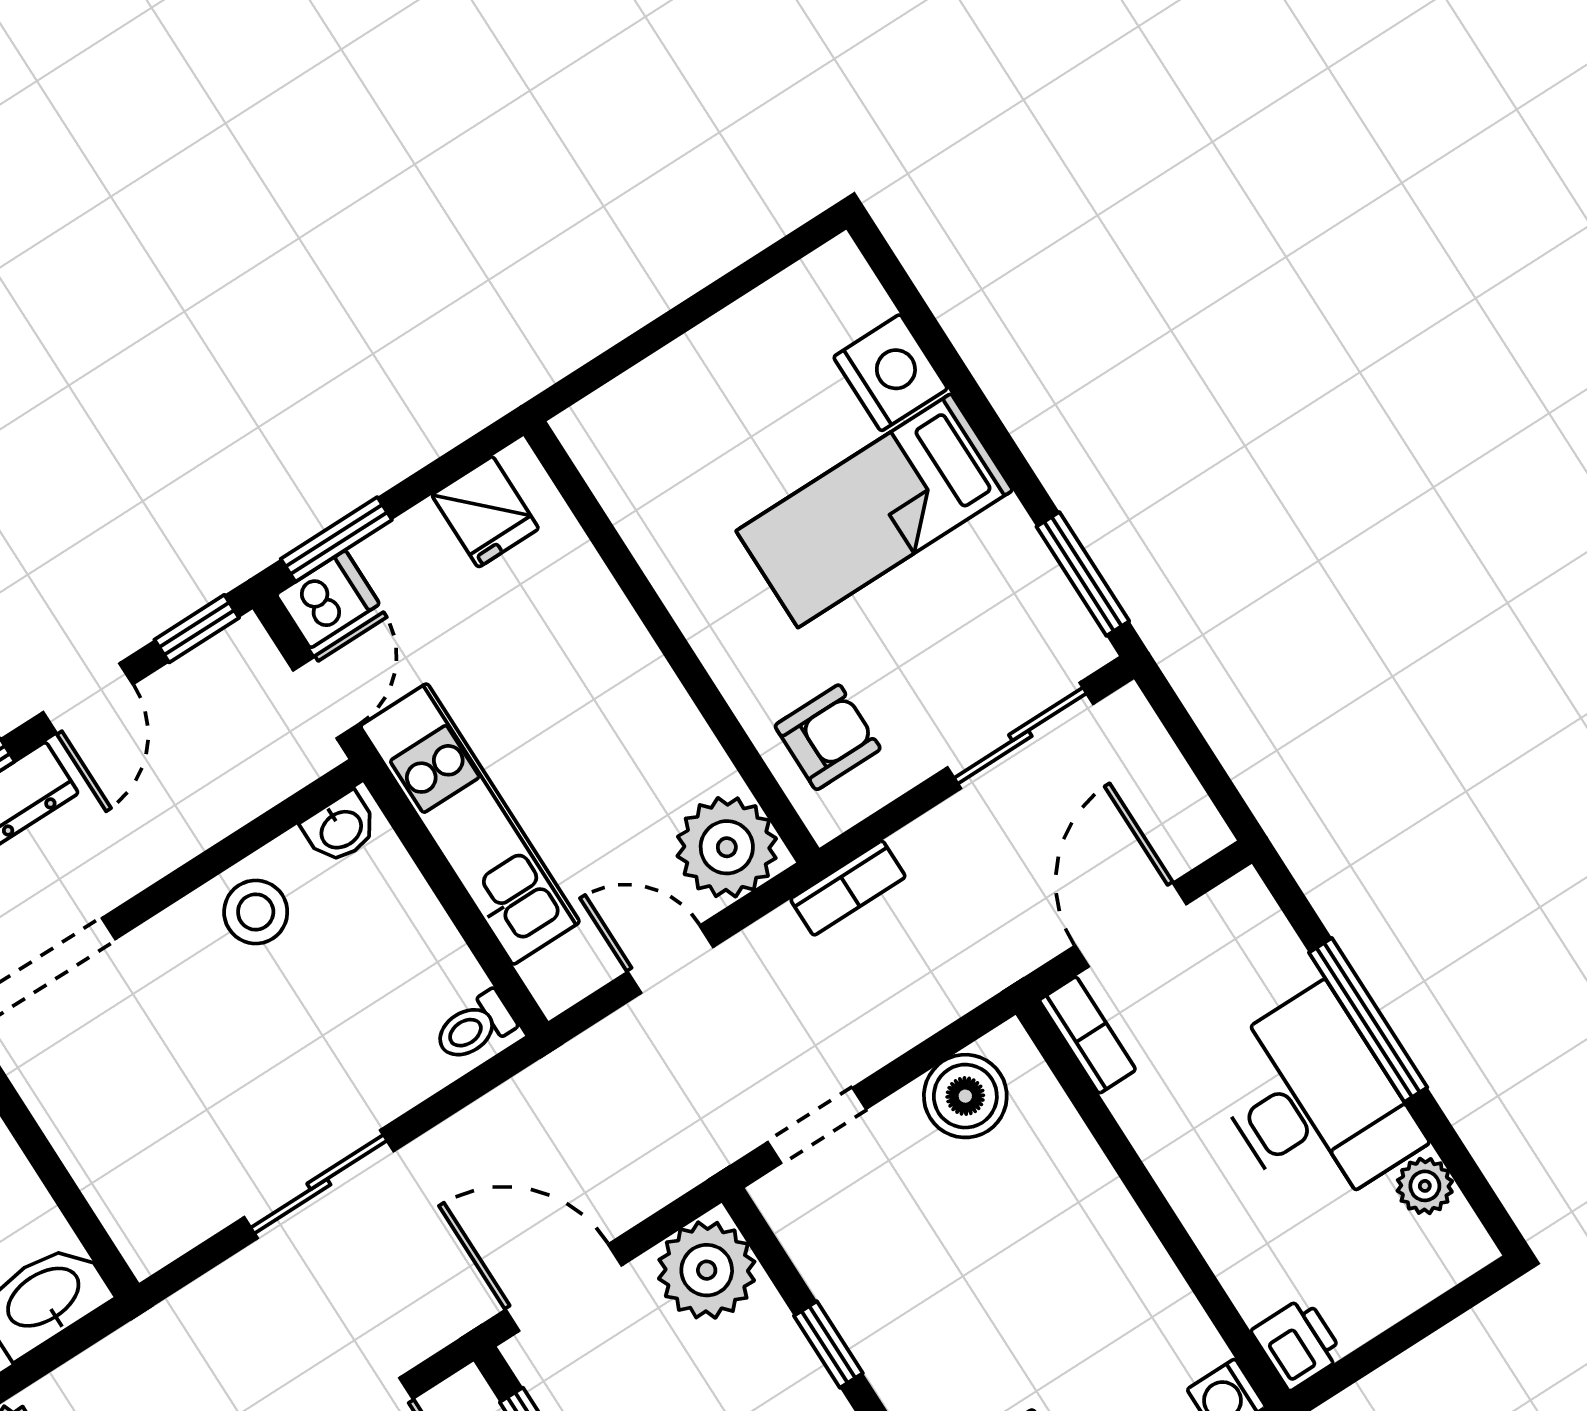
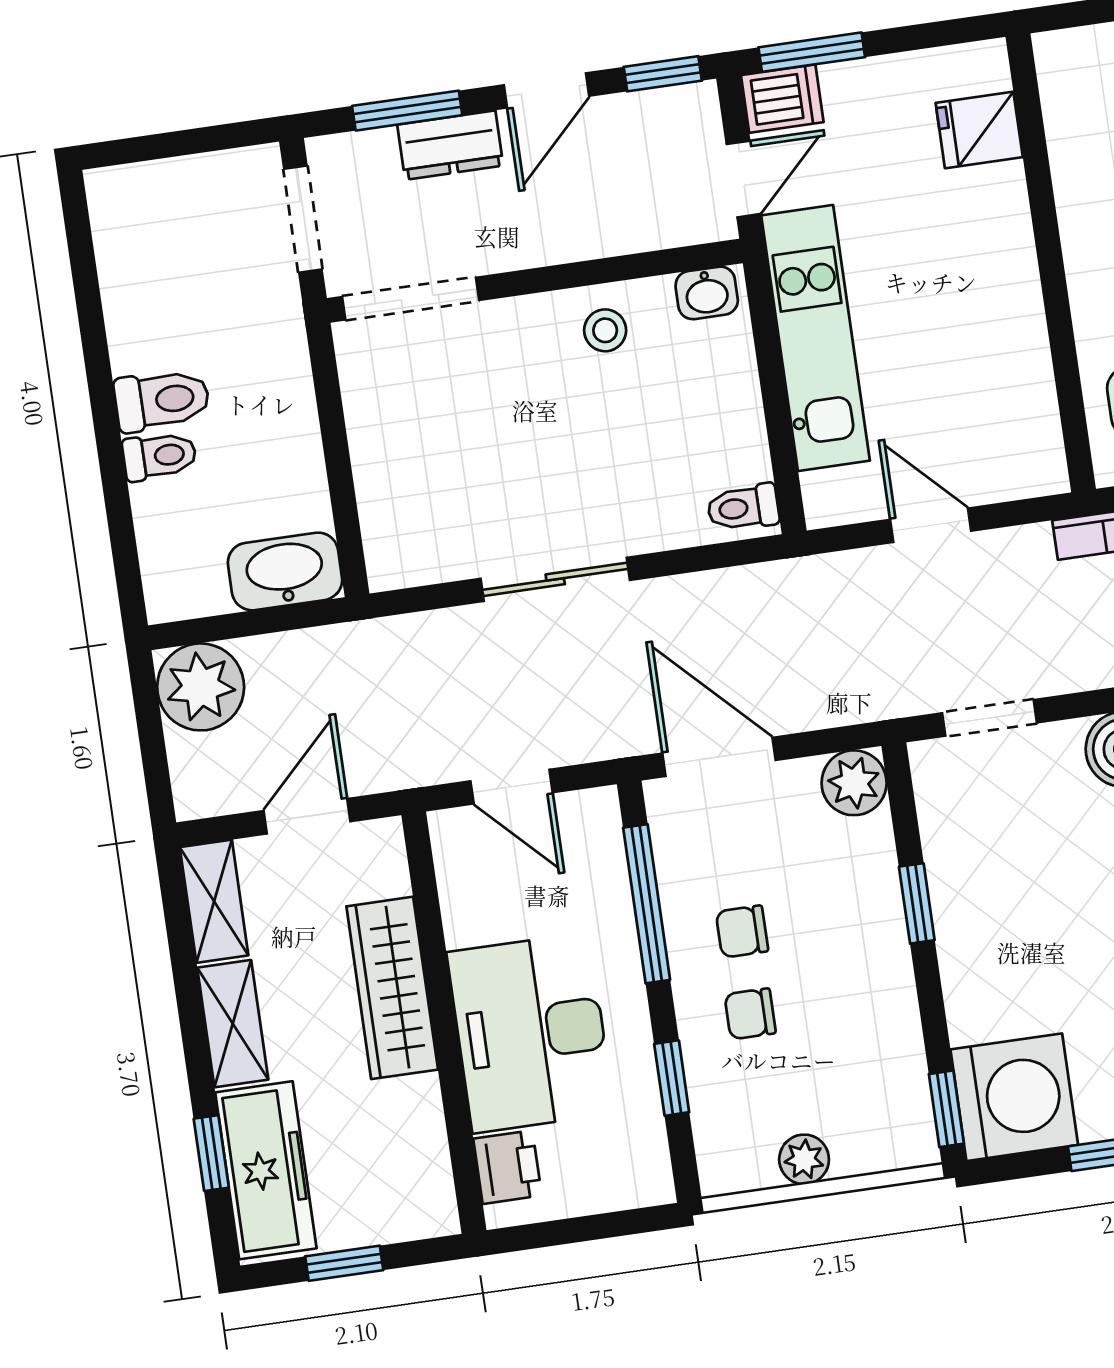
fridge: (485, 512) -> (979, 130), moved, turned 90
plant: (727, 847) -> (1019, 454), removed
stool: (256, 912) -> (605, 330), width x0.73, depth x0.73
plant: (707, 1270) -> (854, 783), width x0.73, depth x0.73

